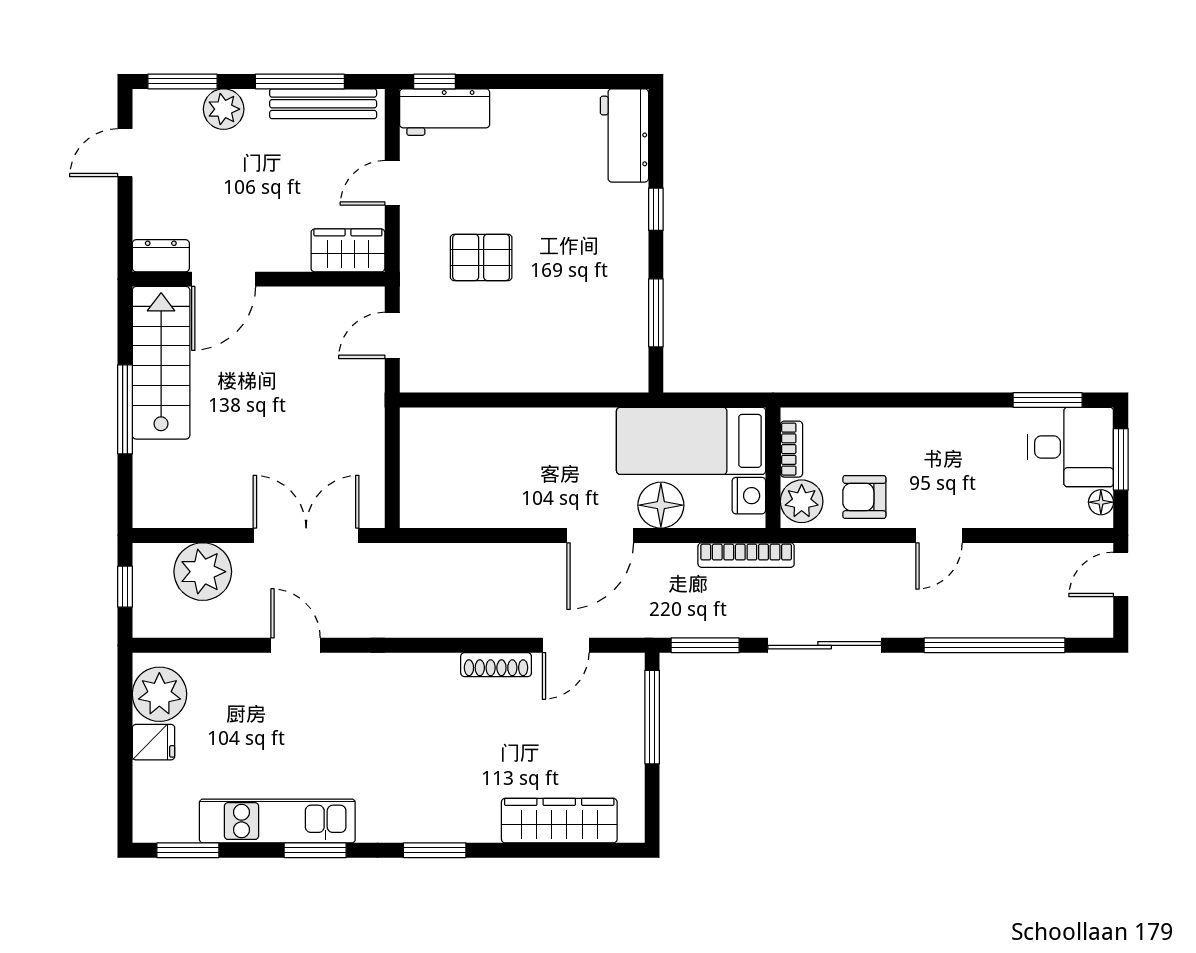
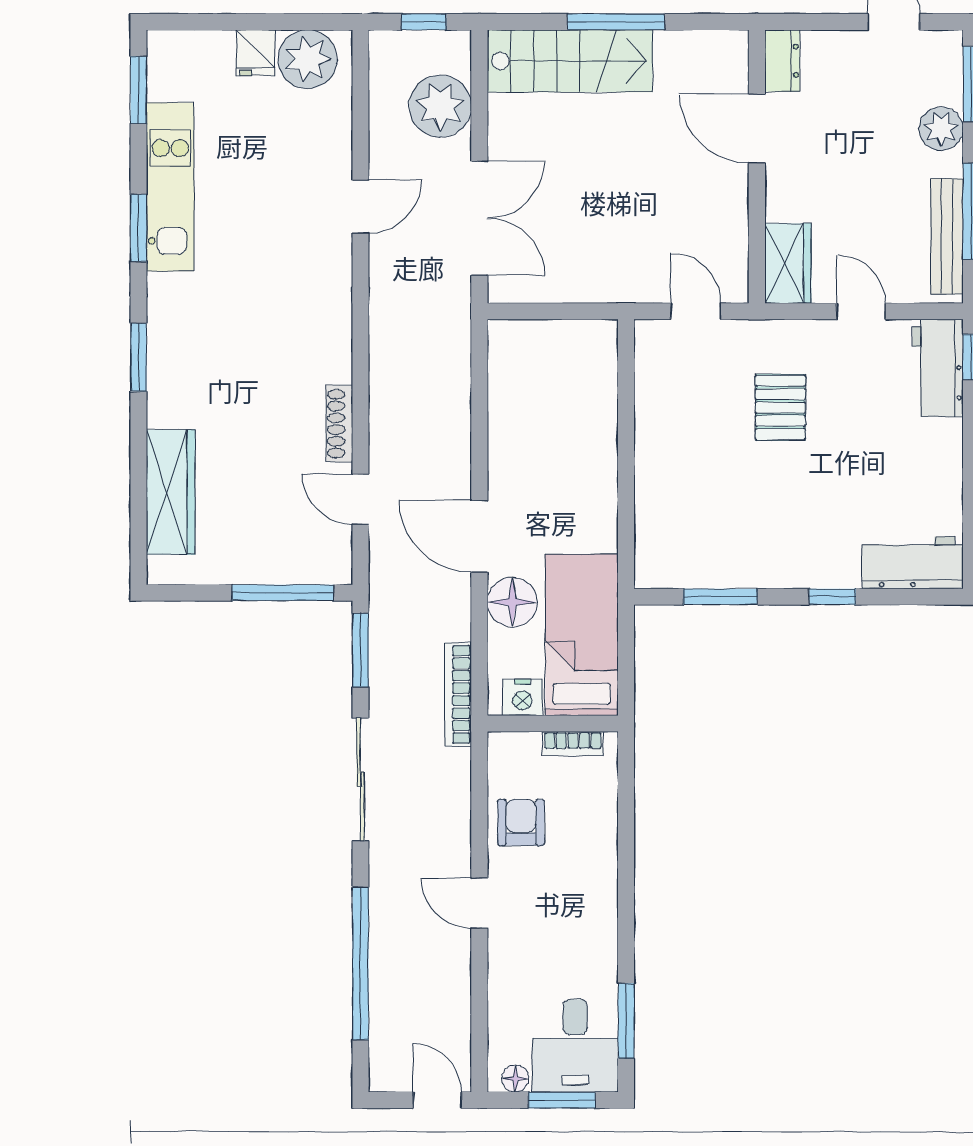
stairs: (161, 363) -> (570, 61), moved
plant: (802, 501) -> (516, 755), removed

